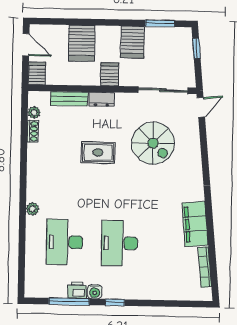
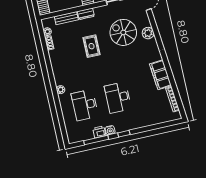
spiral stairs: (153, 143) -> (123, 32), turned 180
rug: (98, 152) -> (92, 46), turned 90
plant: (192, 154) -> (148, 33), added

